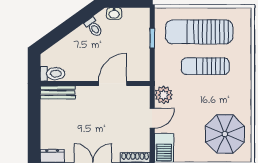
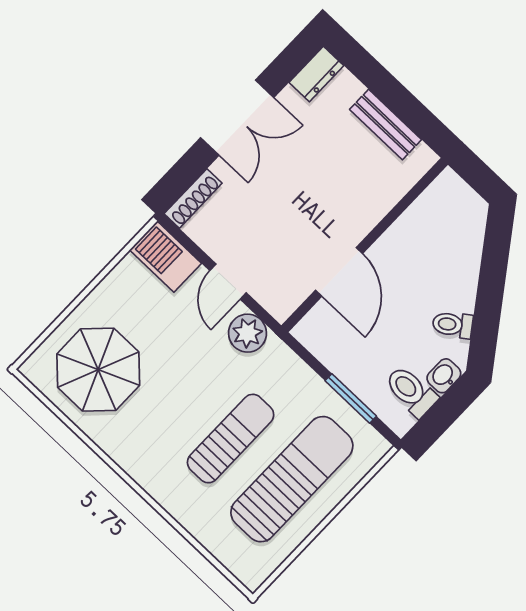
window: (152, 38) -> (351, 398), width x1.50
toilet: (53, 74) -> (411, 391), moved, turned 90
bench: (58, 92) -> (386, 125), moved, turned 90

